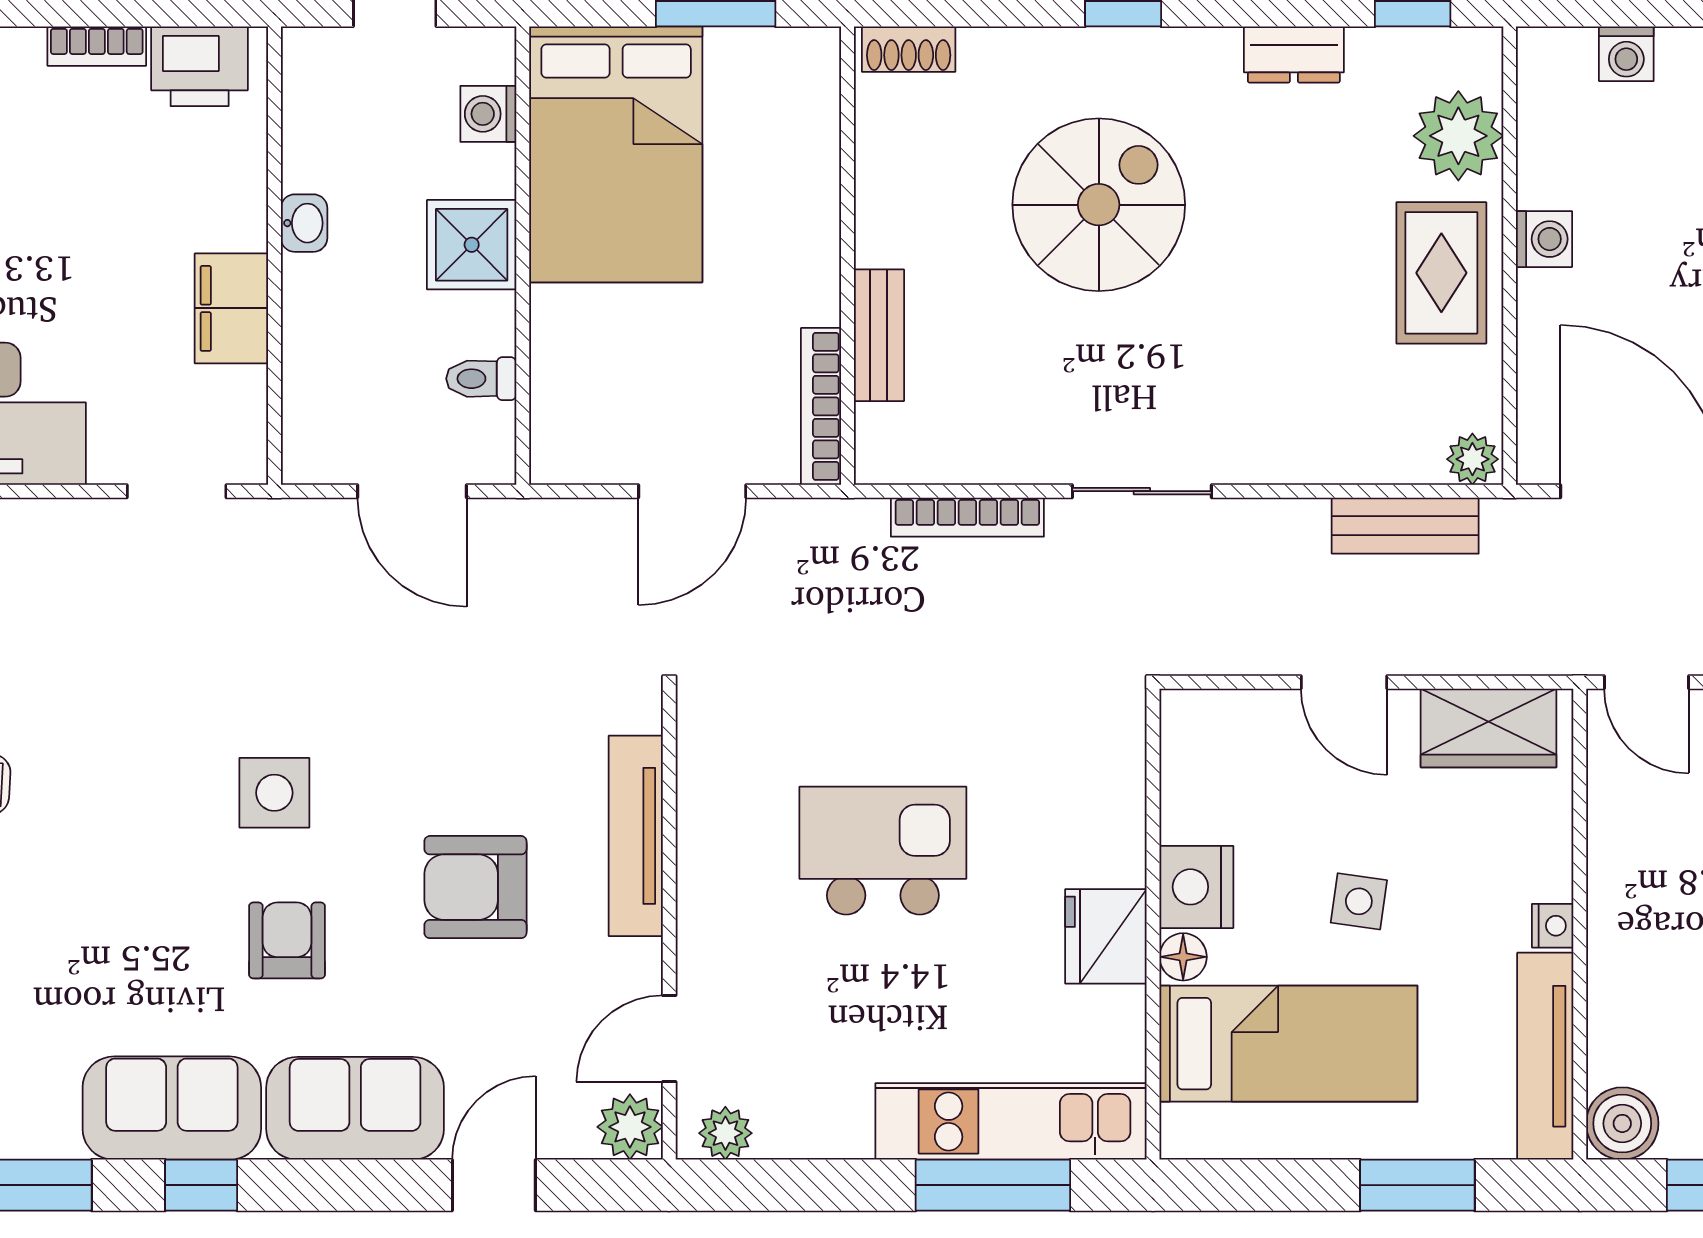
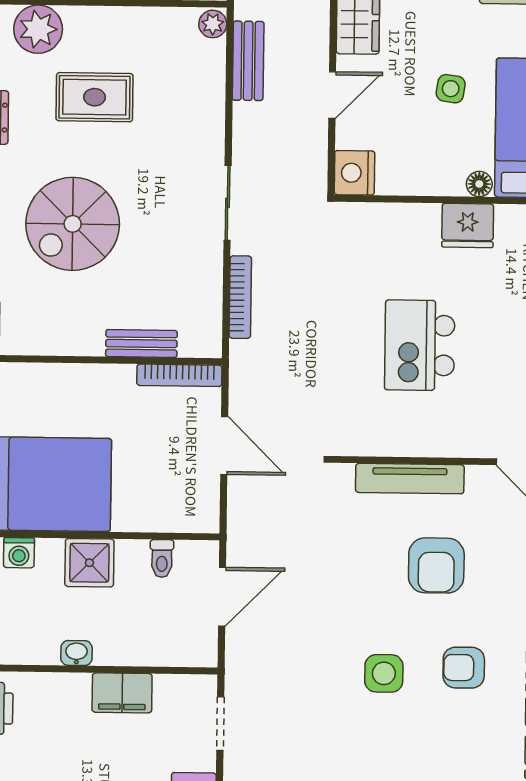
spiral stairs: (1099, 205) -> (73, 224), turned -90
rug: (1441, 273) -> (95, 97), moved
nightstand: (1196, 887) -> (354, 173), moved, turned 90

